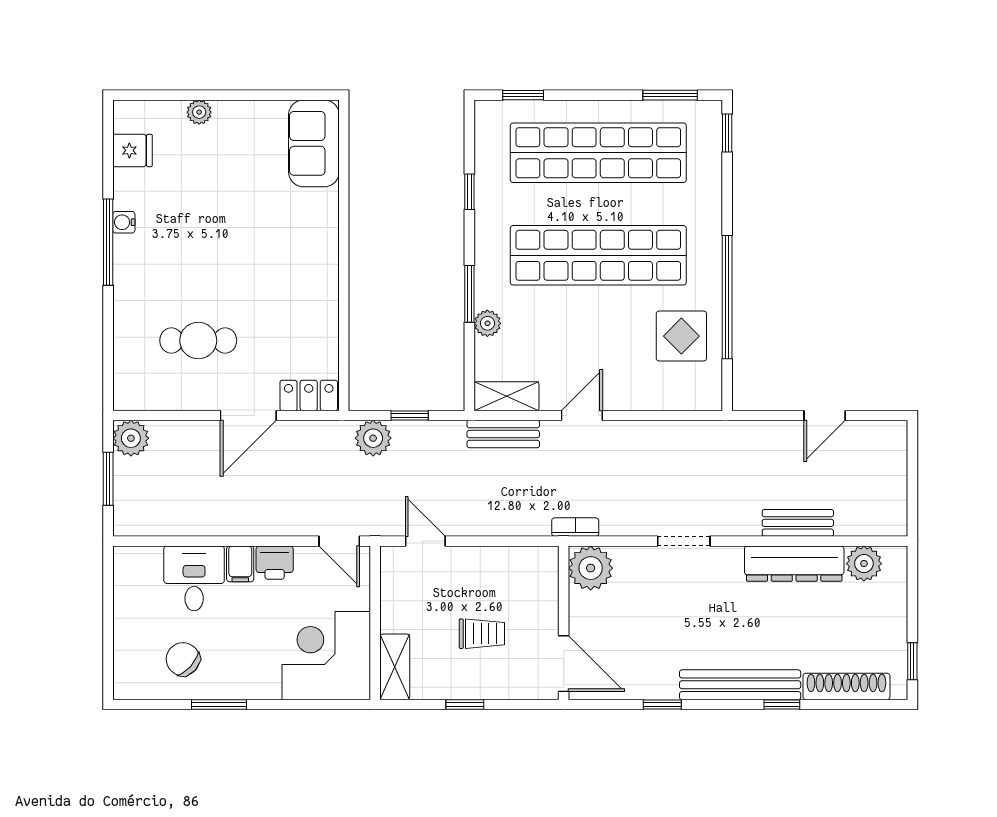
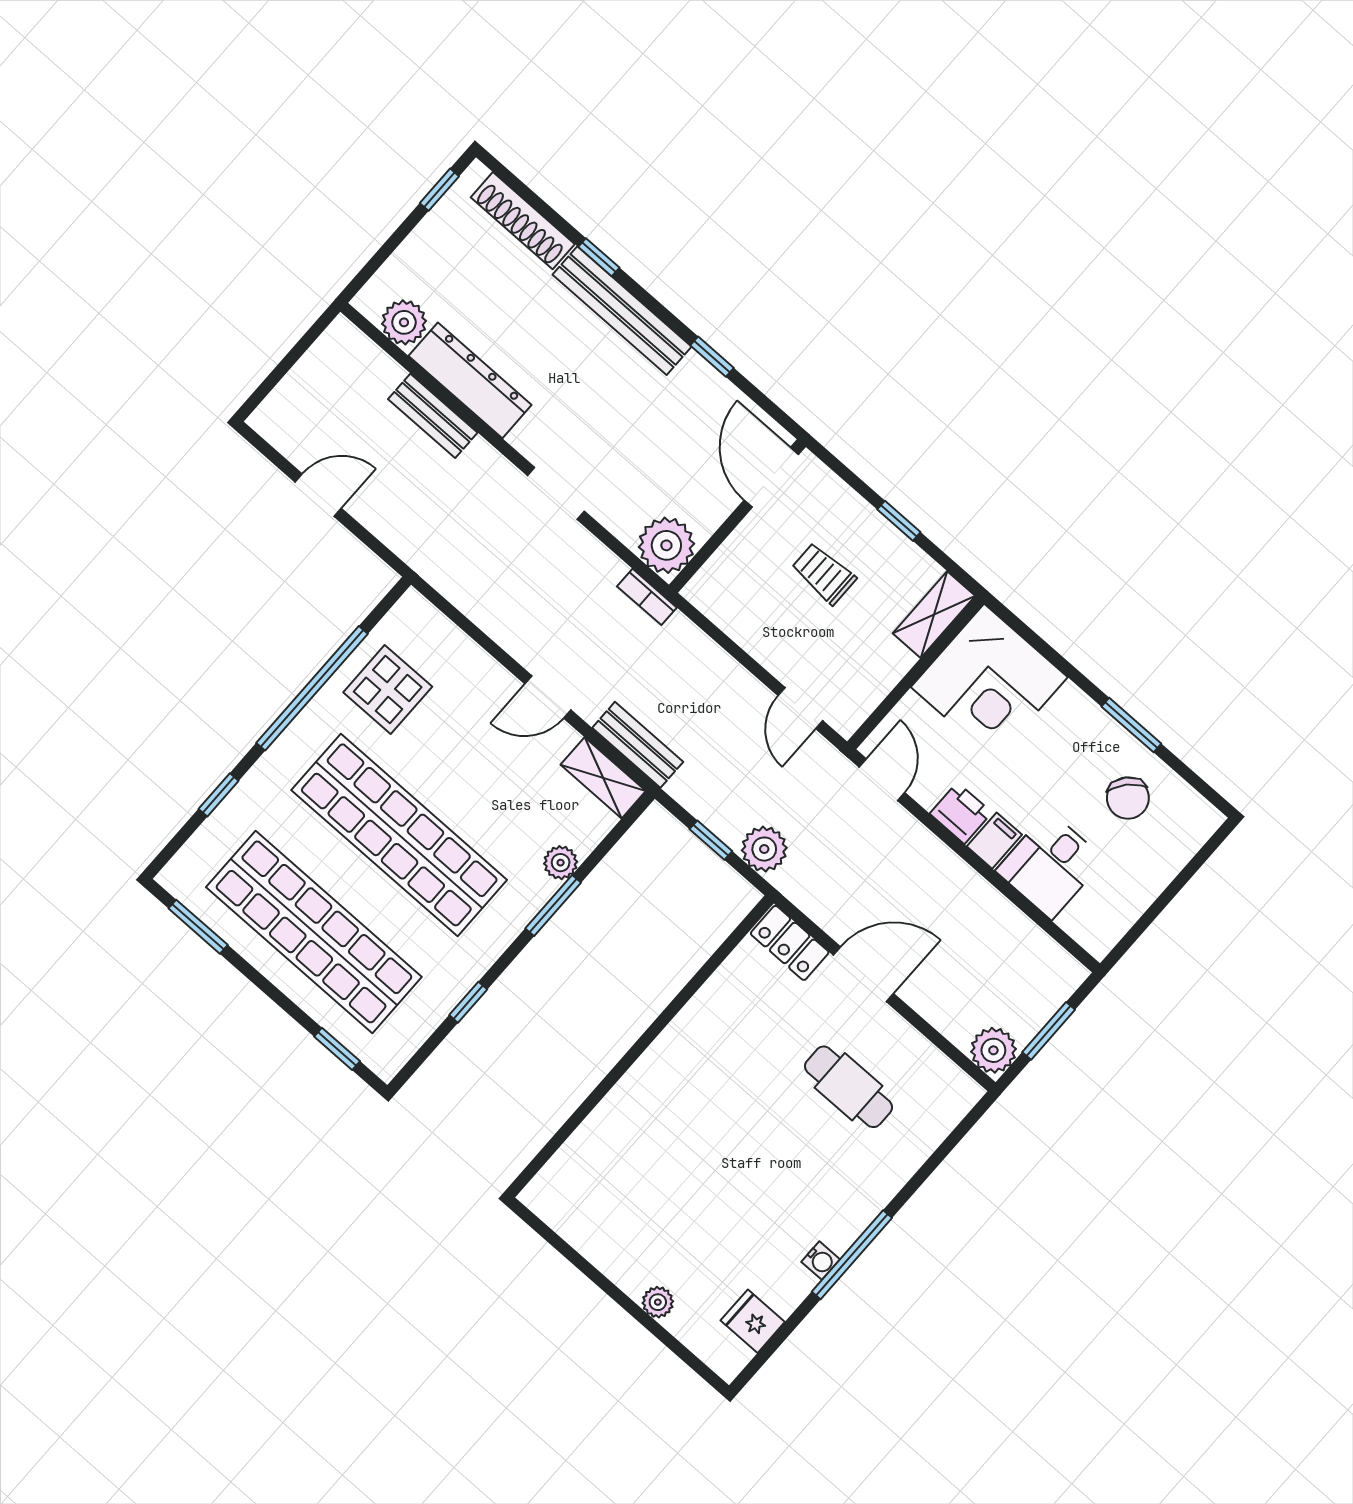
window: (727, 133) -> (219, 795), moved
sofa: (314, 143) -> (575, 1177), removed

